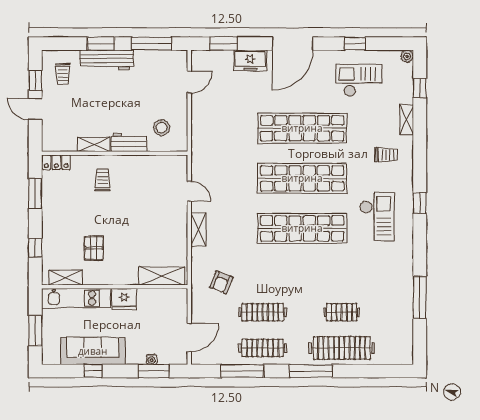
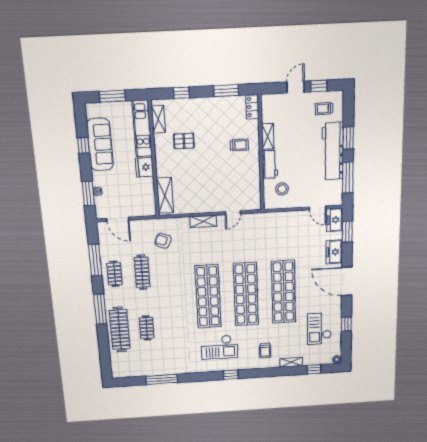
workbench: (107, 60) -> (333, 151), width x1.36, depth x1.32
freezer: (207, 60) -> (335, 220), added
checkout: (359, 80) -> (319, 329), turned 180
clothes rail: (263, 348) -> (114, 274), width x0.73

